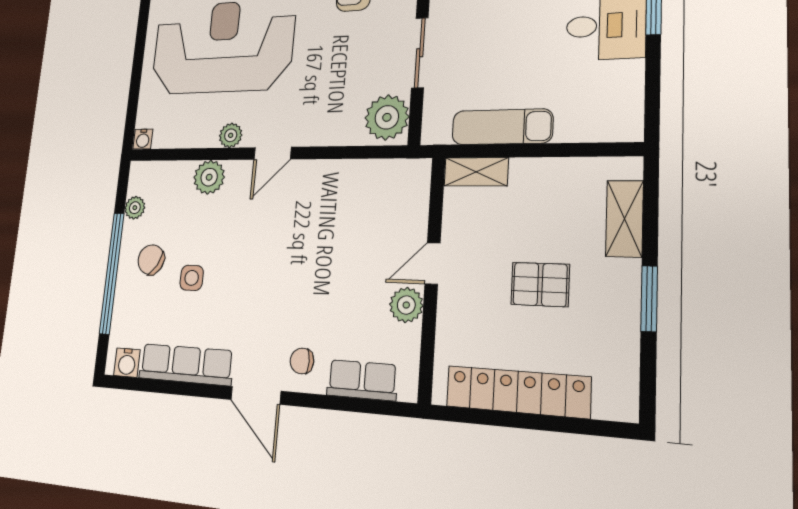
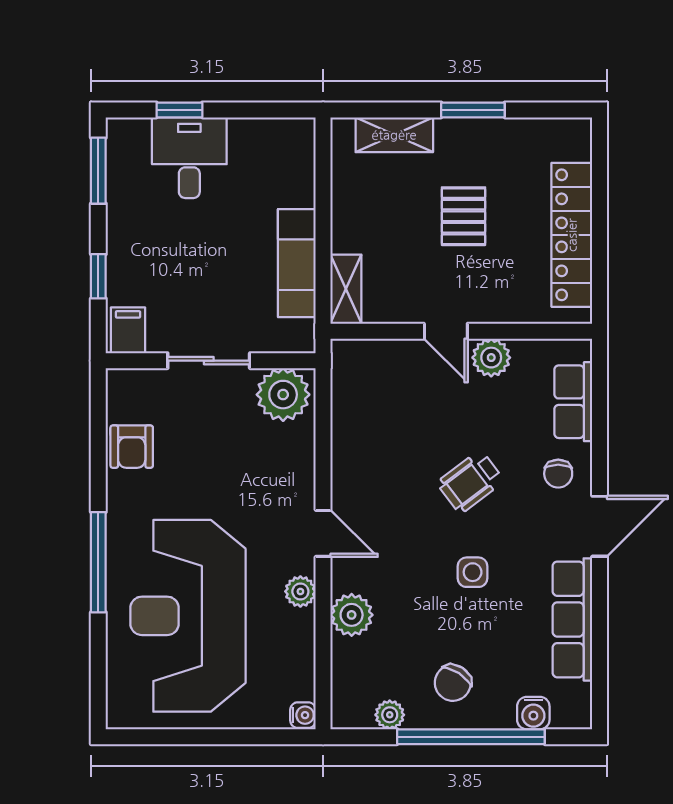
side table: (192, 278) -> (473, 572), moved
wheelchair: (302, 281) -> (470, 482), added
water cooler: (127, 363) -> (533, 713), moved, turned 90

